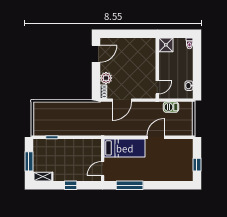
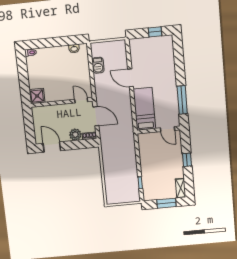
shower: (166, 45) -> (37, 96), moved
wall: (157, 68) -> (62, 102), moved
door: (157, 87) -> (81, 100), moved

